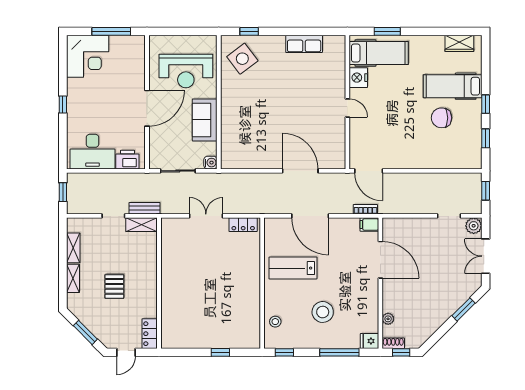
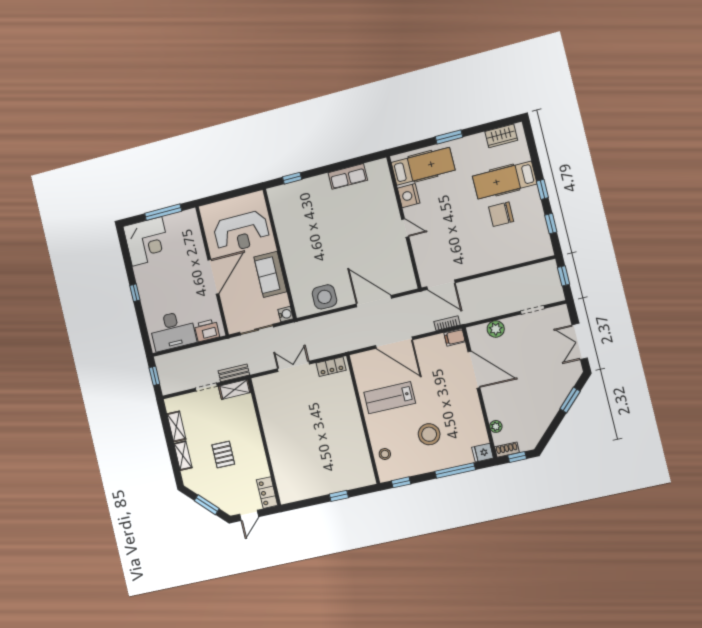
window: (387, 31) -> (449, 137), moved
side table: (242, 59) -> (324, 297), moved, turned 37
plant: (474, 226) -> (496, 329), moved

